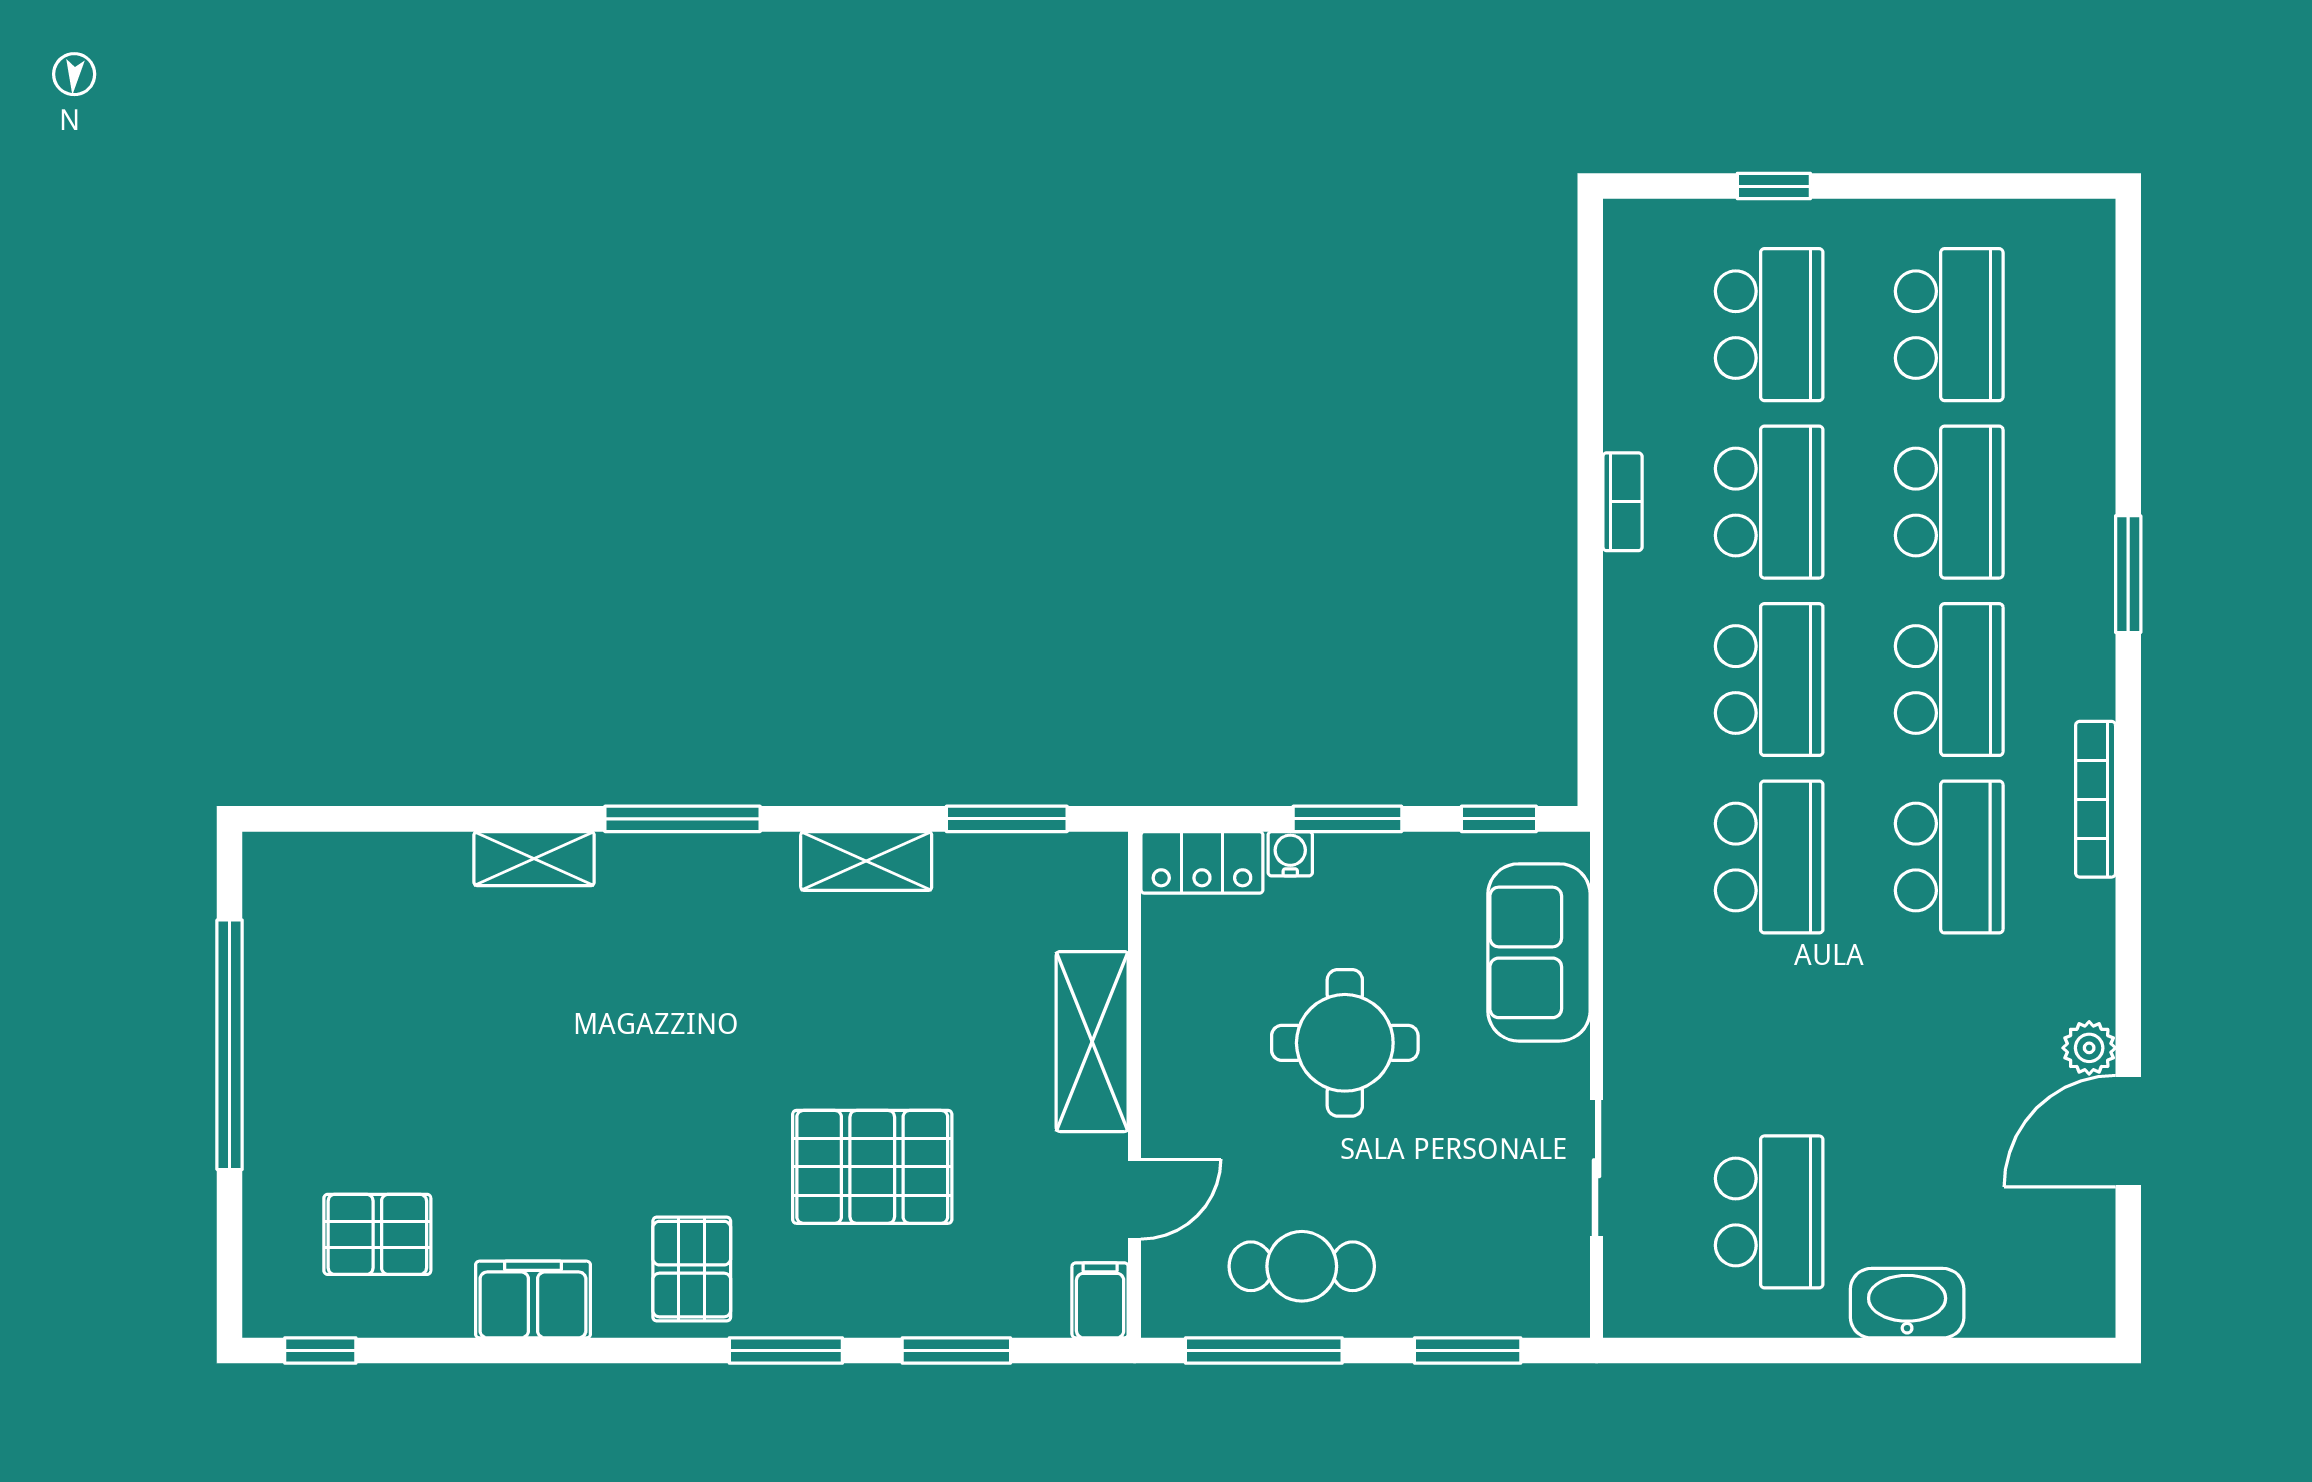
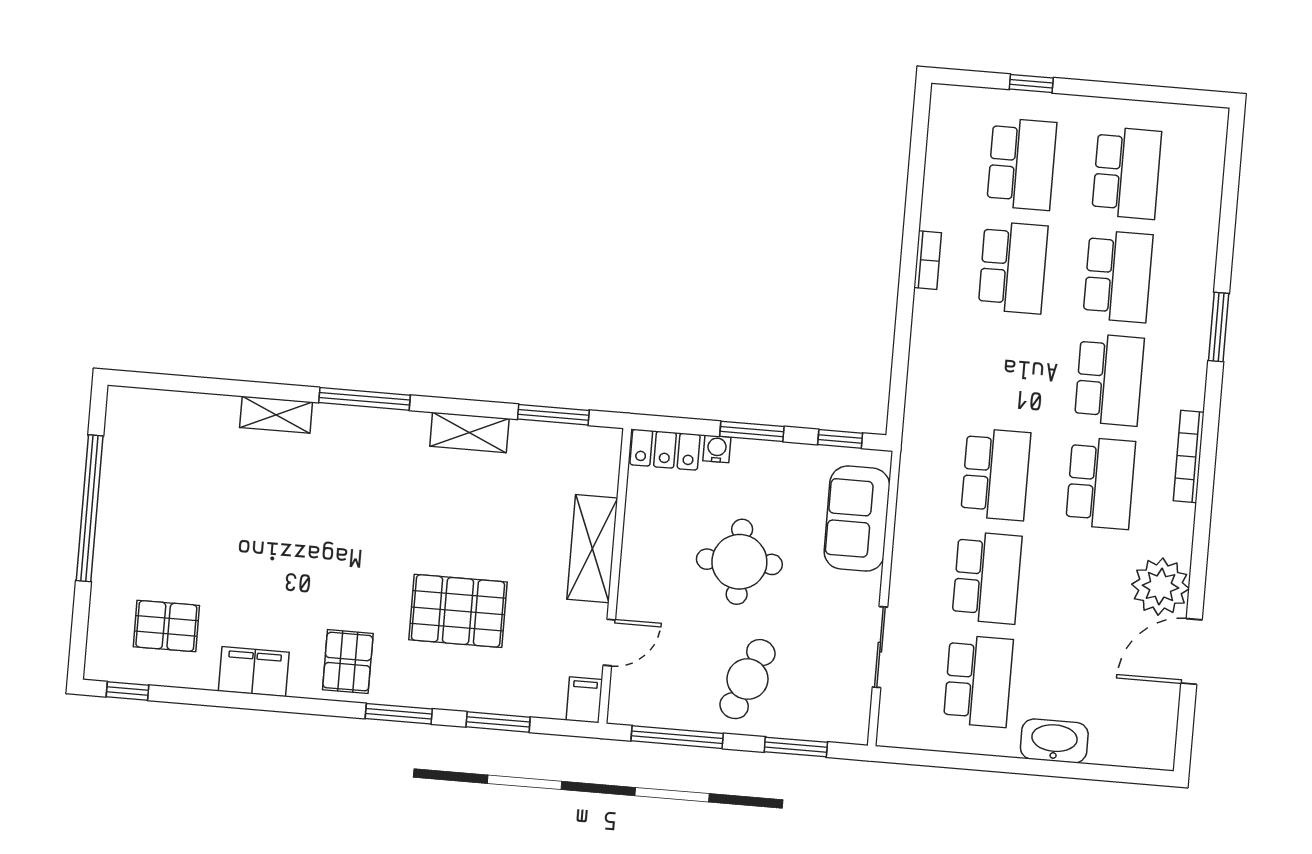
school desk: (1769, 680) -> (987, 578), moved
plant: (2089, 1048) -> (1161, 587), width x1.88, depth x1.88
cafe table: (1302, 1266) -> (747, 679), moved, turned -68

